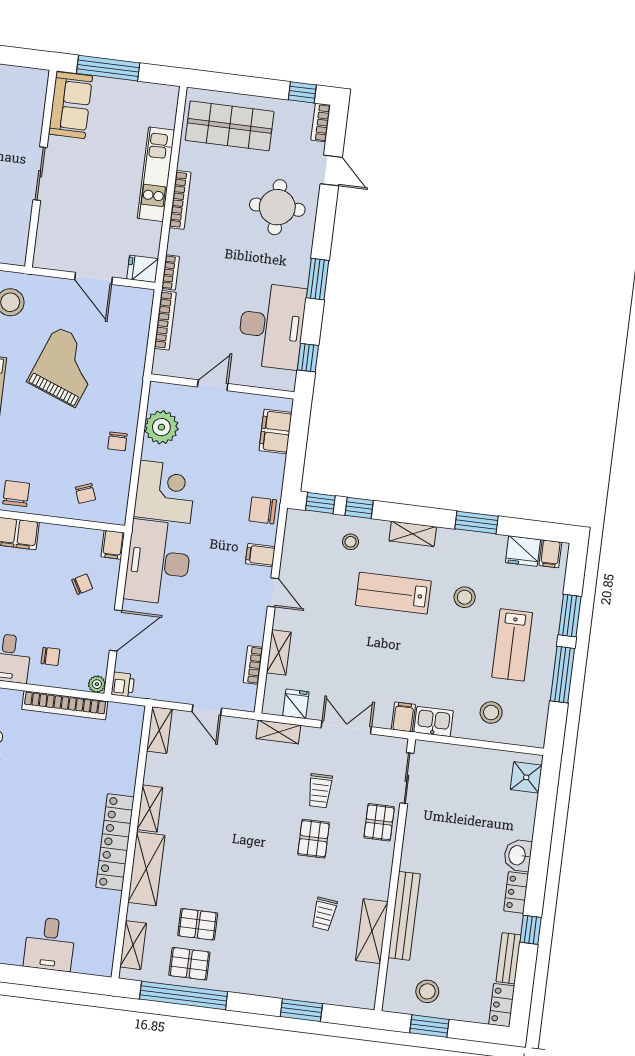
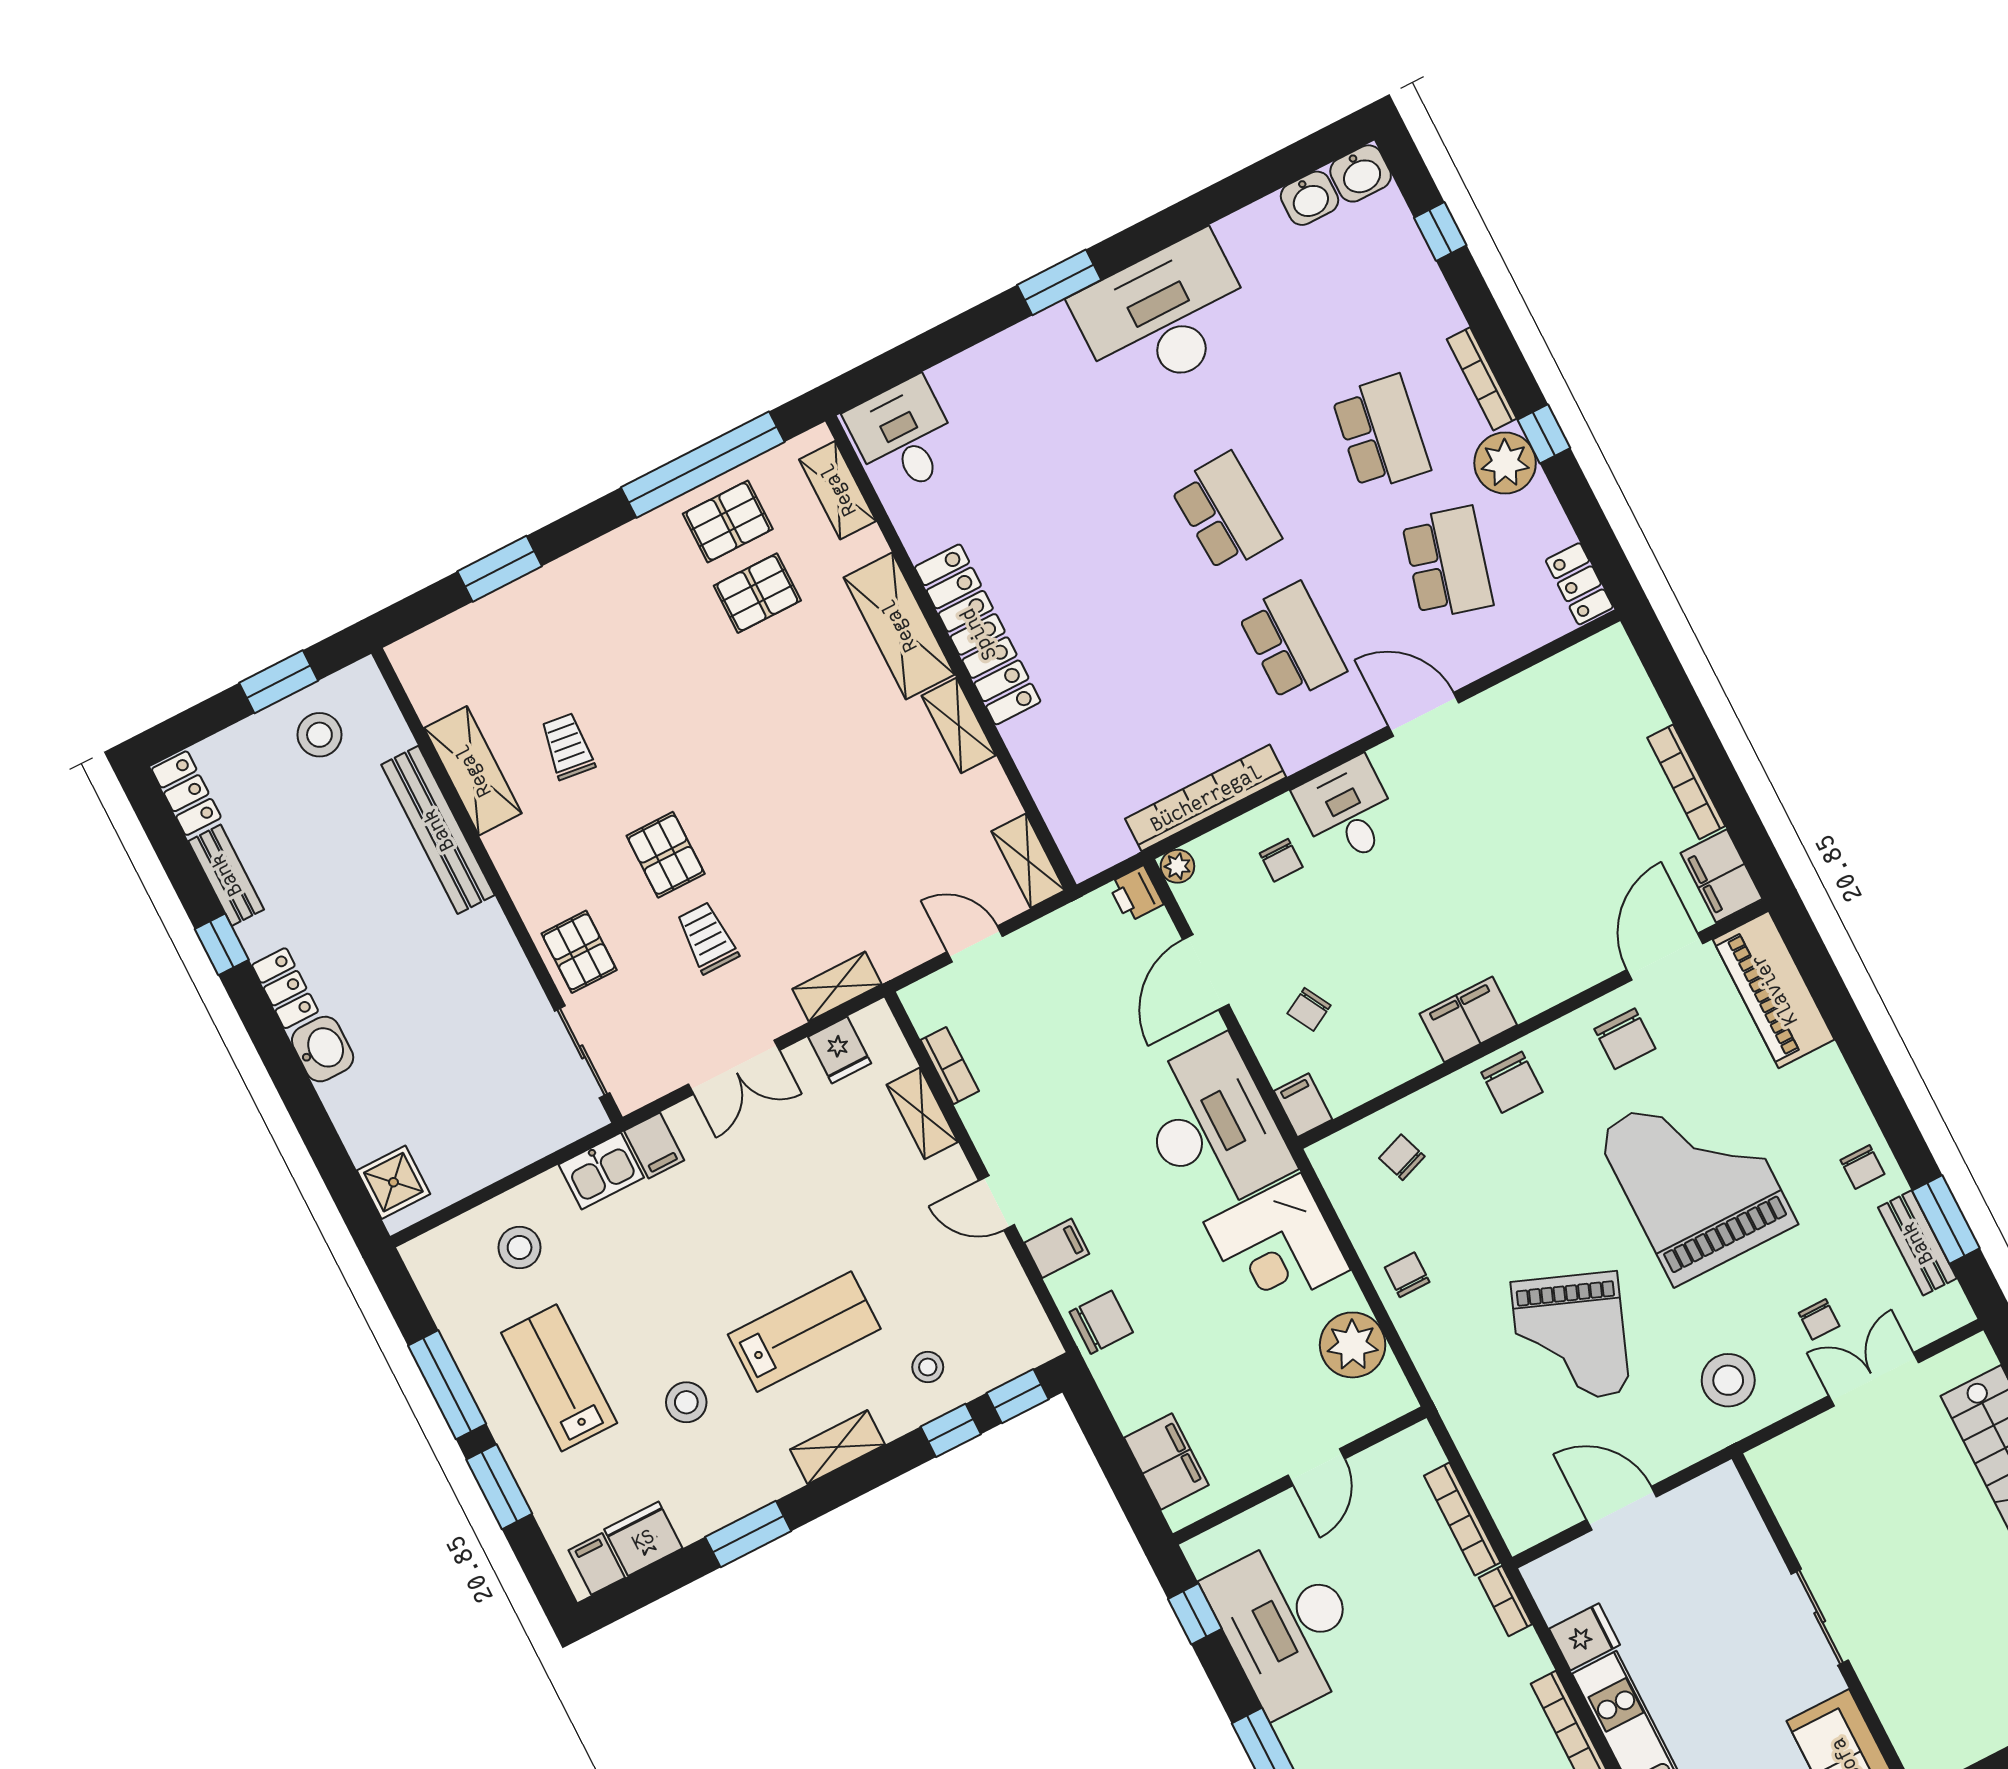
fridge: (143, 269) -> (1585, 1637), moved
chair: (50, 656) -> (1281, 860), turned -90
desk: (50, 944) -> (904, 437), moved

